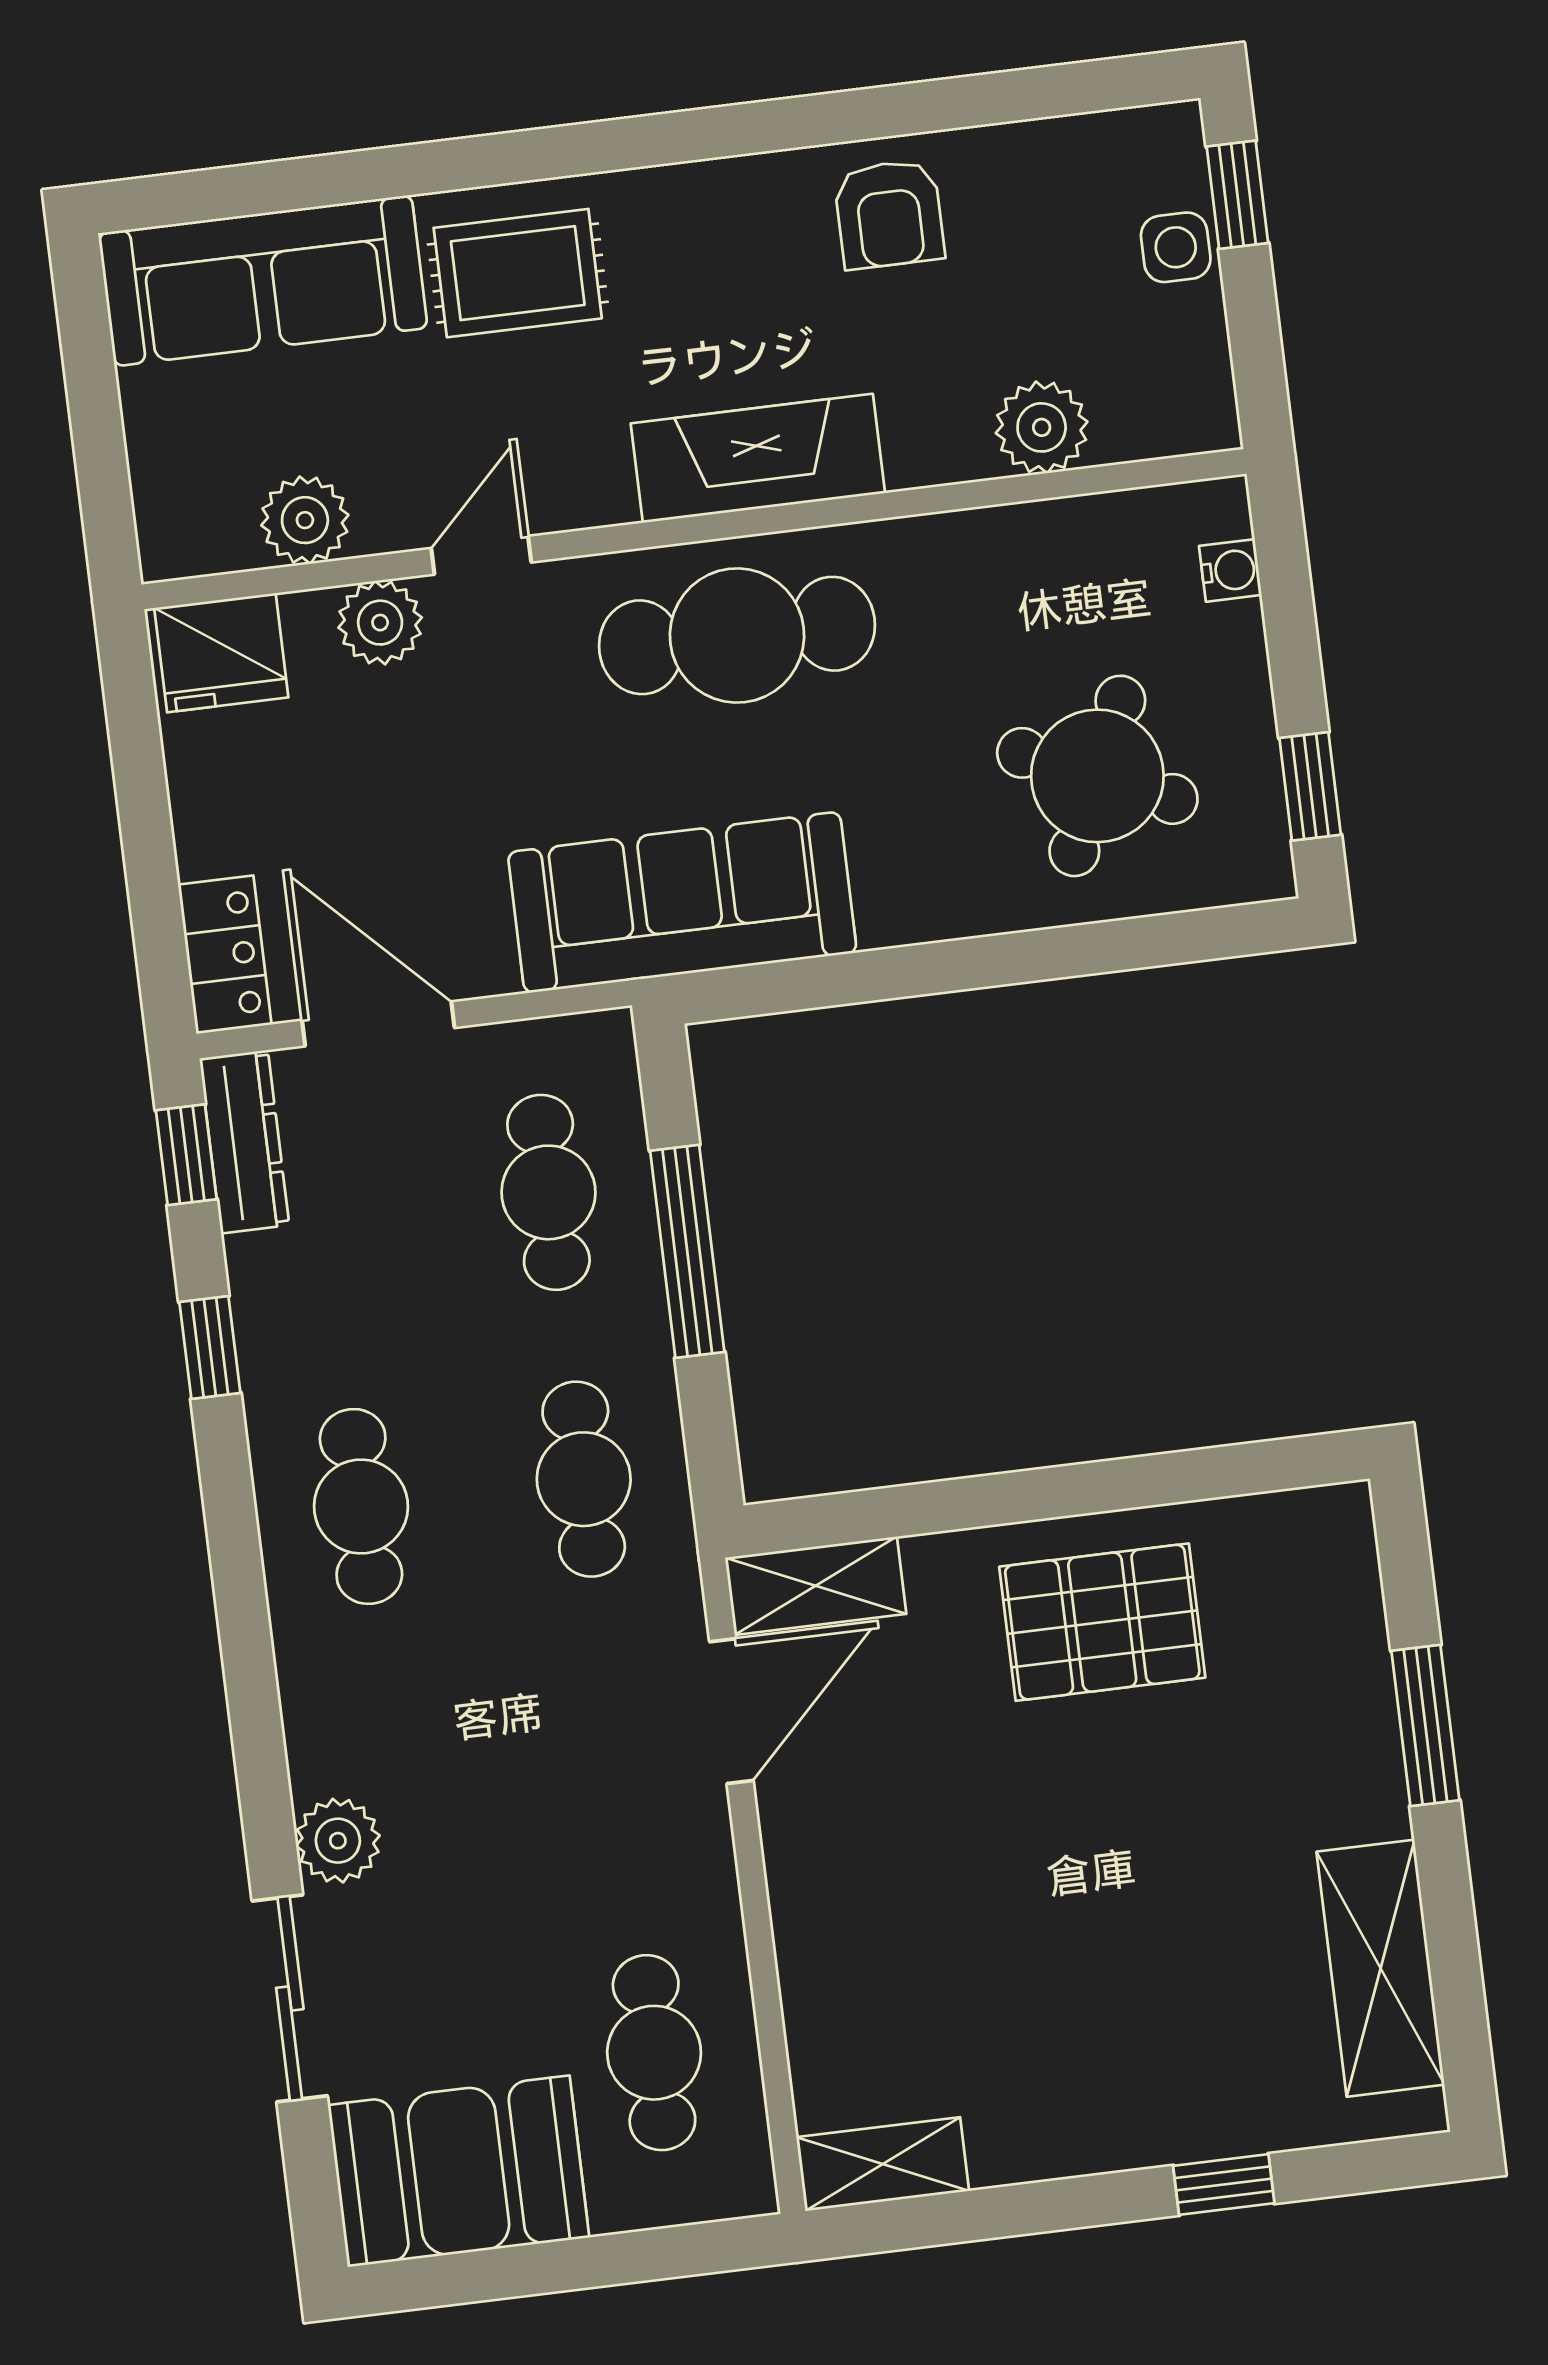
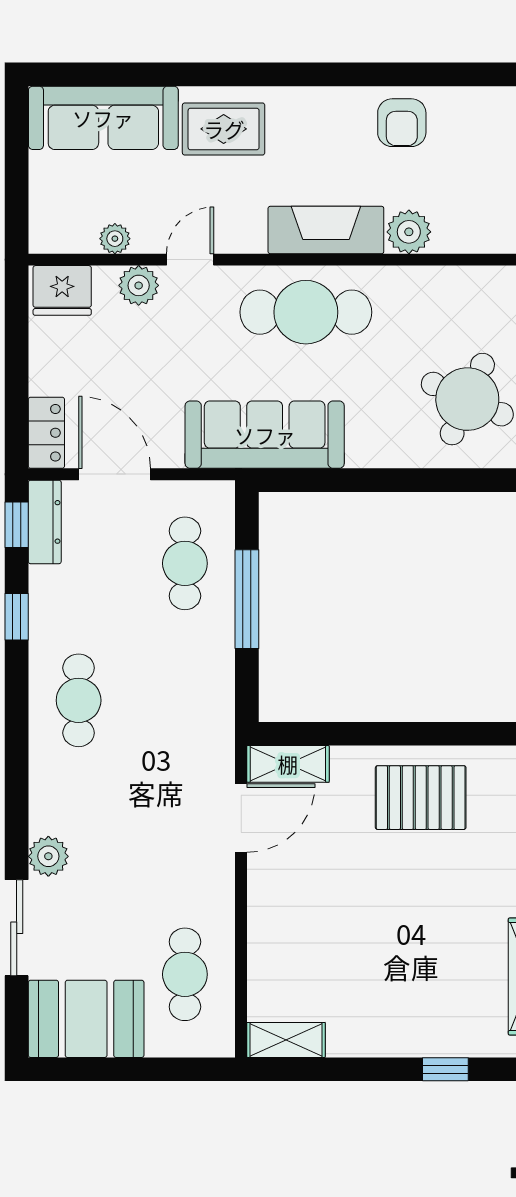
plant: (1042, 427) -> (409, 232), moved
plant: (305, 520) -> (115, 239), width x0.73, depth x0.73
cafe table: (584, 1479) -> (185, 700), removed

